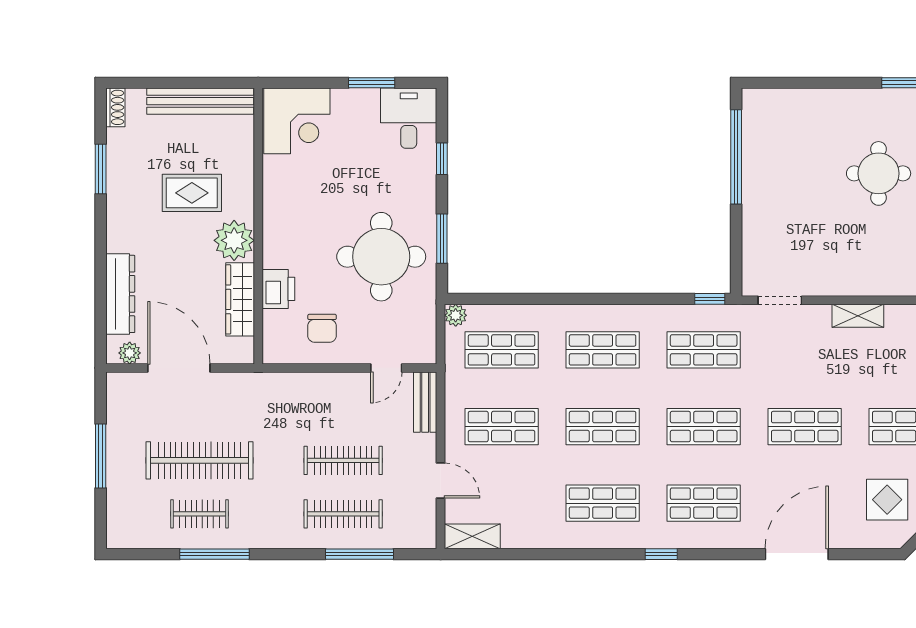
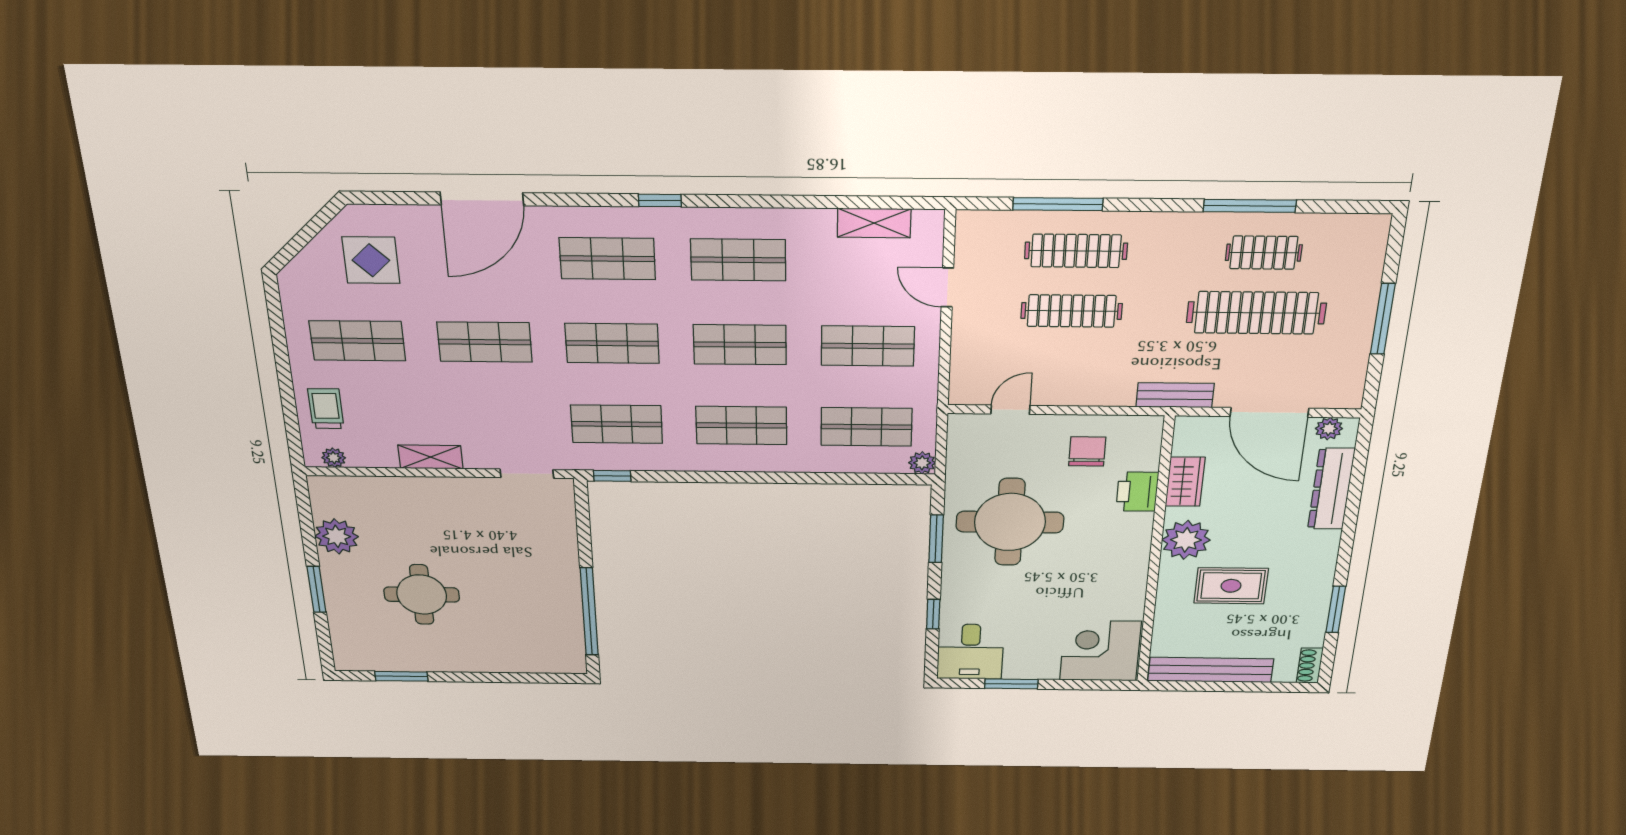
wardrobe: (240, 299) -> (1185, 482), width x0.67
bench: (425, 402) -> (1175, 395), moved, turned 90
shelving: (472, 536) -> (874, 223), moved

